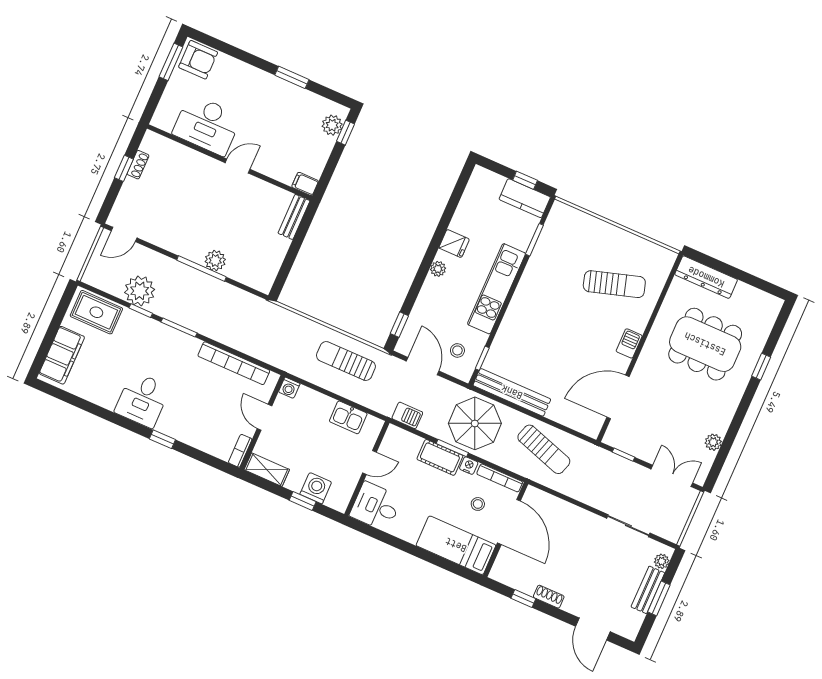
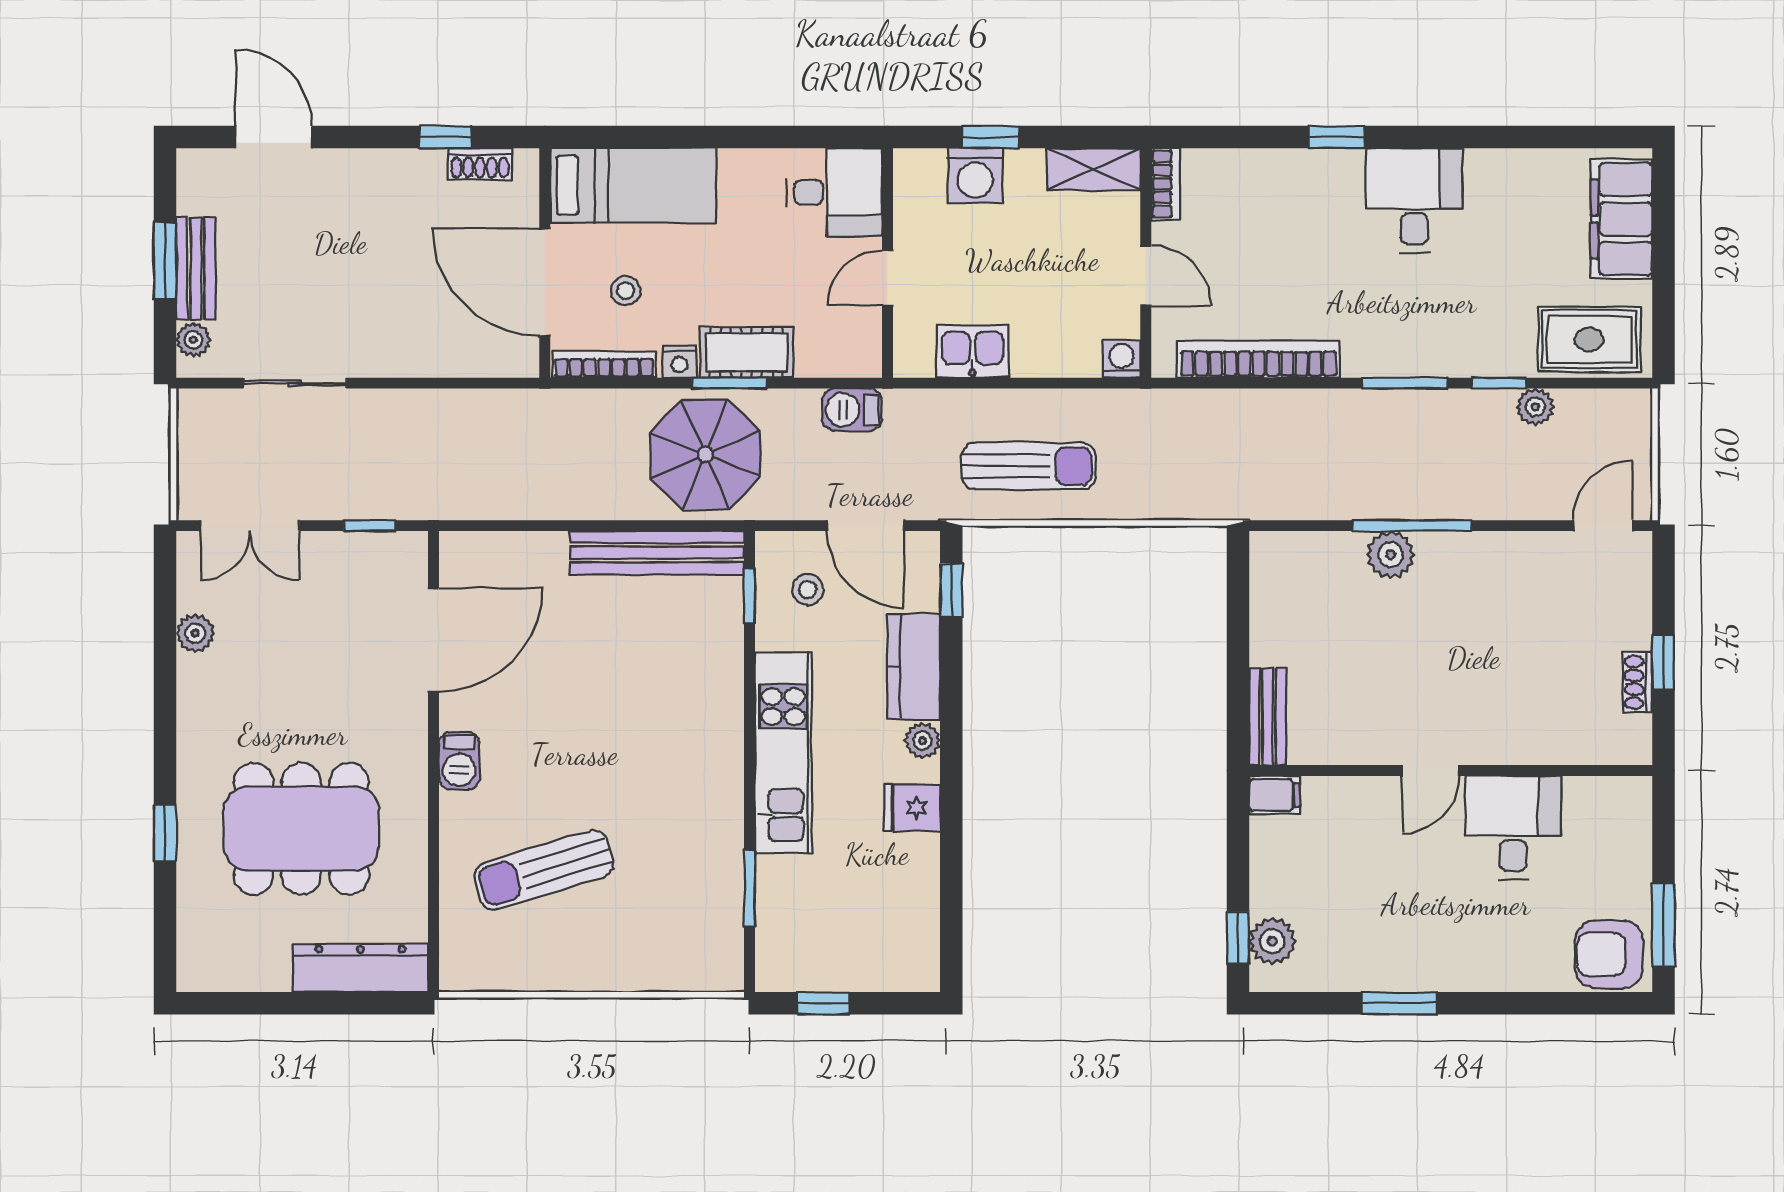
desk: (207, 125) -> (1513, 828), width x0.73
kitchen counter: (525, 198) -> (914, 667), moved, turned -90
plant: (140, 291) -> (1535, 407), width x0.53, depth x0.53
sun lounger: (544, 449) -> (539, 464), removed
shoe rack: (549, 597) -> (480, 164), moved

